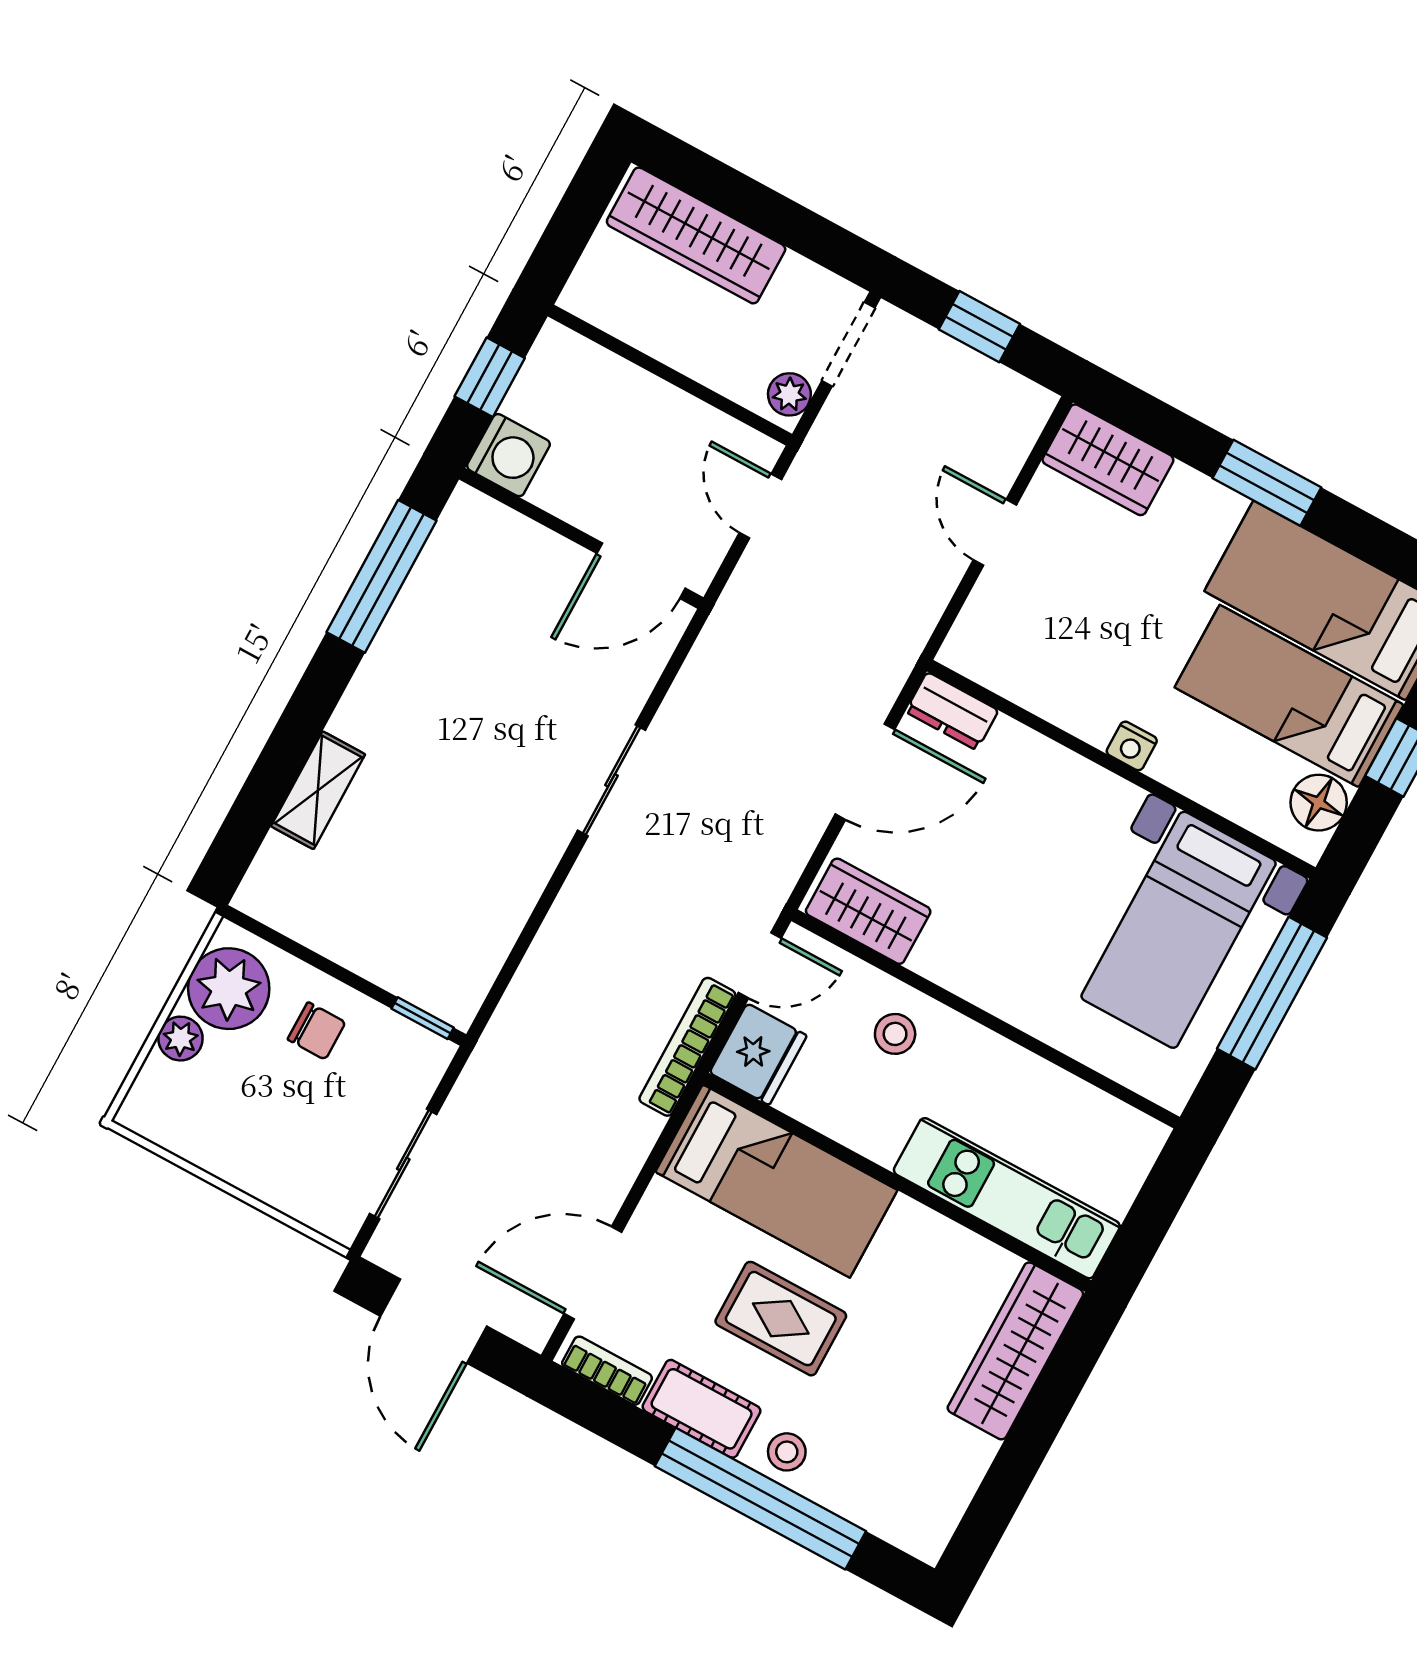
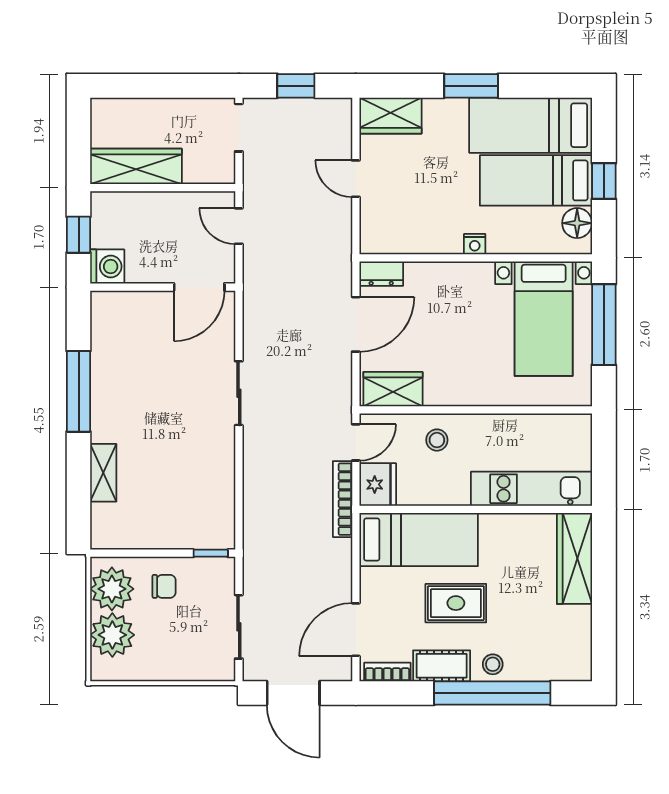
wardrobe: (696, 235) -> (136, 166), moved, turned 180
plant: (789, 394) -> (224, 166), removed
window: (382, 576) -> (79, 391), moved
plant: (181, 1039) -> (112, 635), width x1.87, depth x1.87

